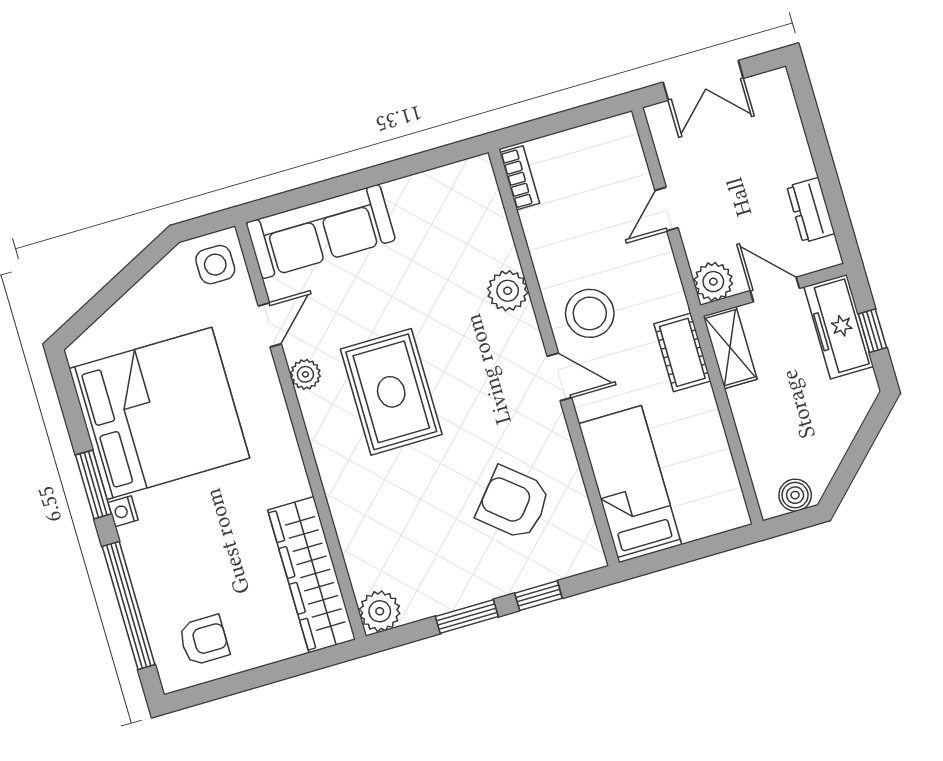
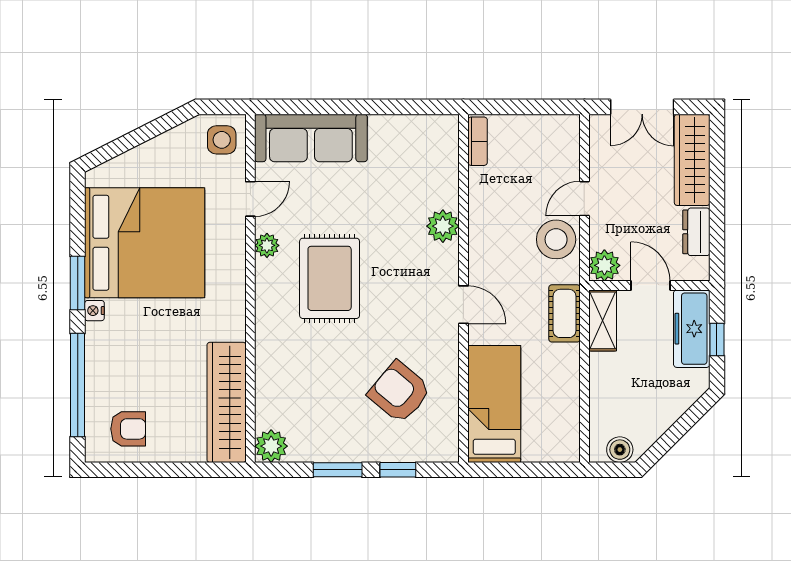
wardrobe: (781, 126) -> (692, 160), added
stool: (590, 313) -> (556, 239), moved

